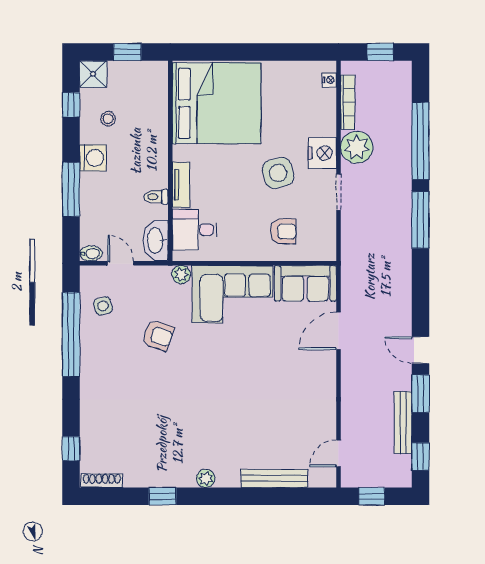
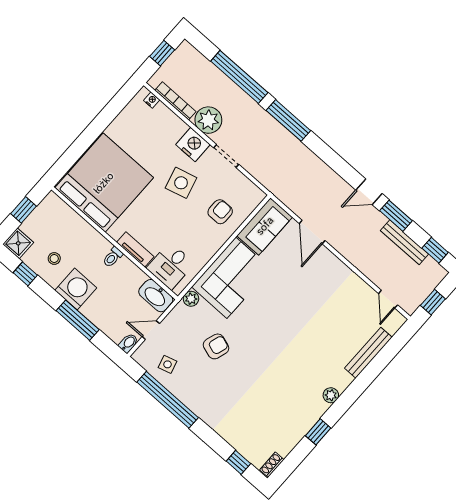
washing machine: (93, 158) -> (76, 289), width x1.37, depth x1.37
toilet: (156, 197) -> (113, 257), moved
shoe rack: (102, 481) -> (272, 465), width x0.70

